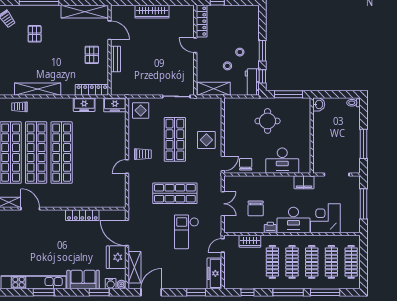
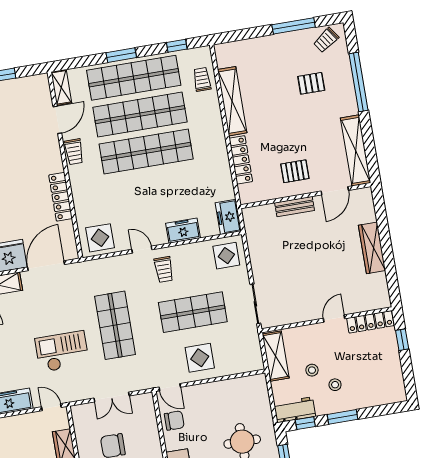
locker: (92, 90) -> (241, 160), moved
freezer: (84, 105) -> (183, 231), moved, turned 90
display table: (114, 193) -> (100, 238), added
trolley: (53, 201) -> (74, 152), added

